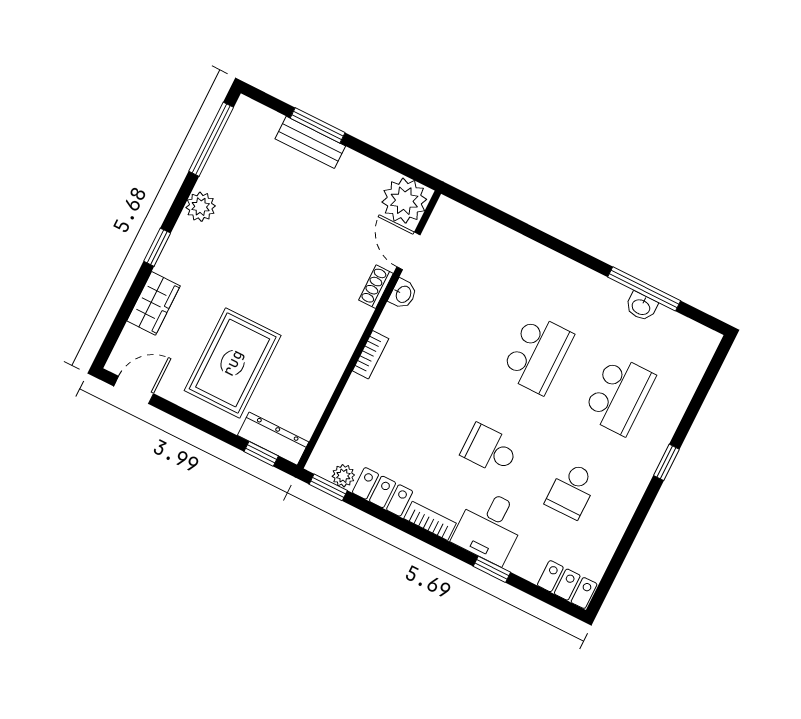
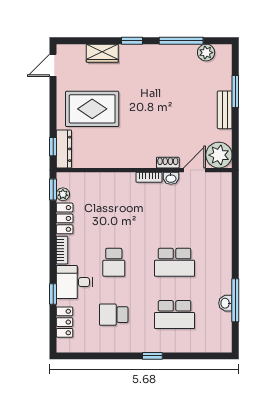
window: (211, 139) -> (181, 41), moved
bench: (310, 142) -> (225, 110), moved
plant: (201, 207) -> (206, 53), moved
bookcase: (371, 355) -> (149, 177), moved
door: (134, 390) -> (53, 65), swing flipped
school desk: (490, 449) -> (114, 262), turned 180
locker: (567, 585) -> (65, 322), moved

